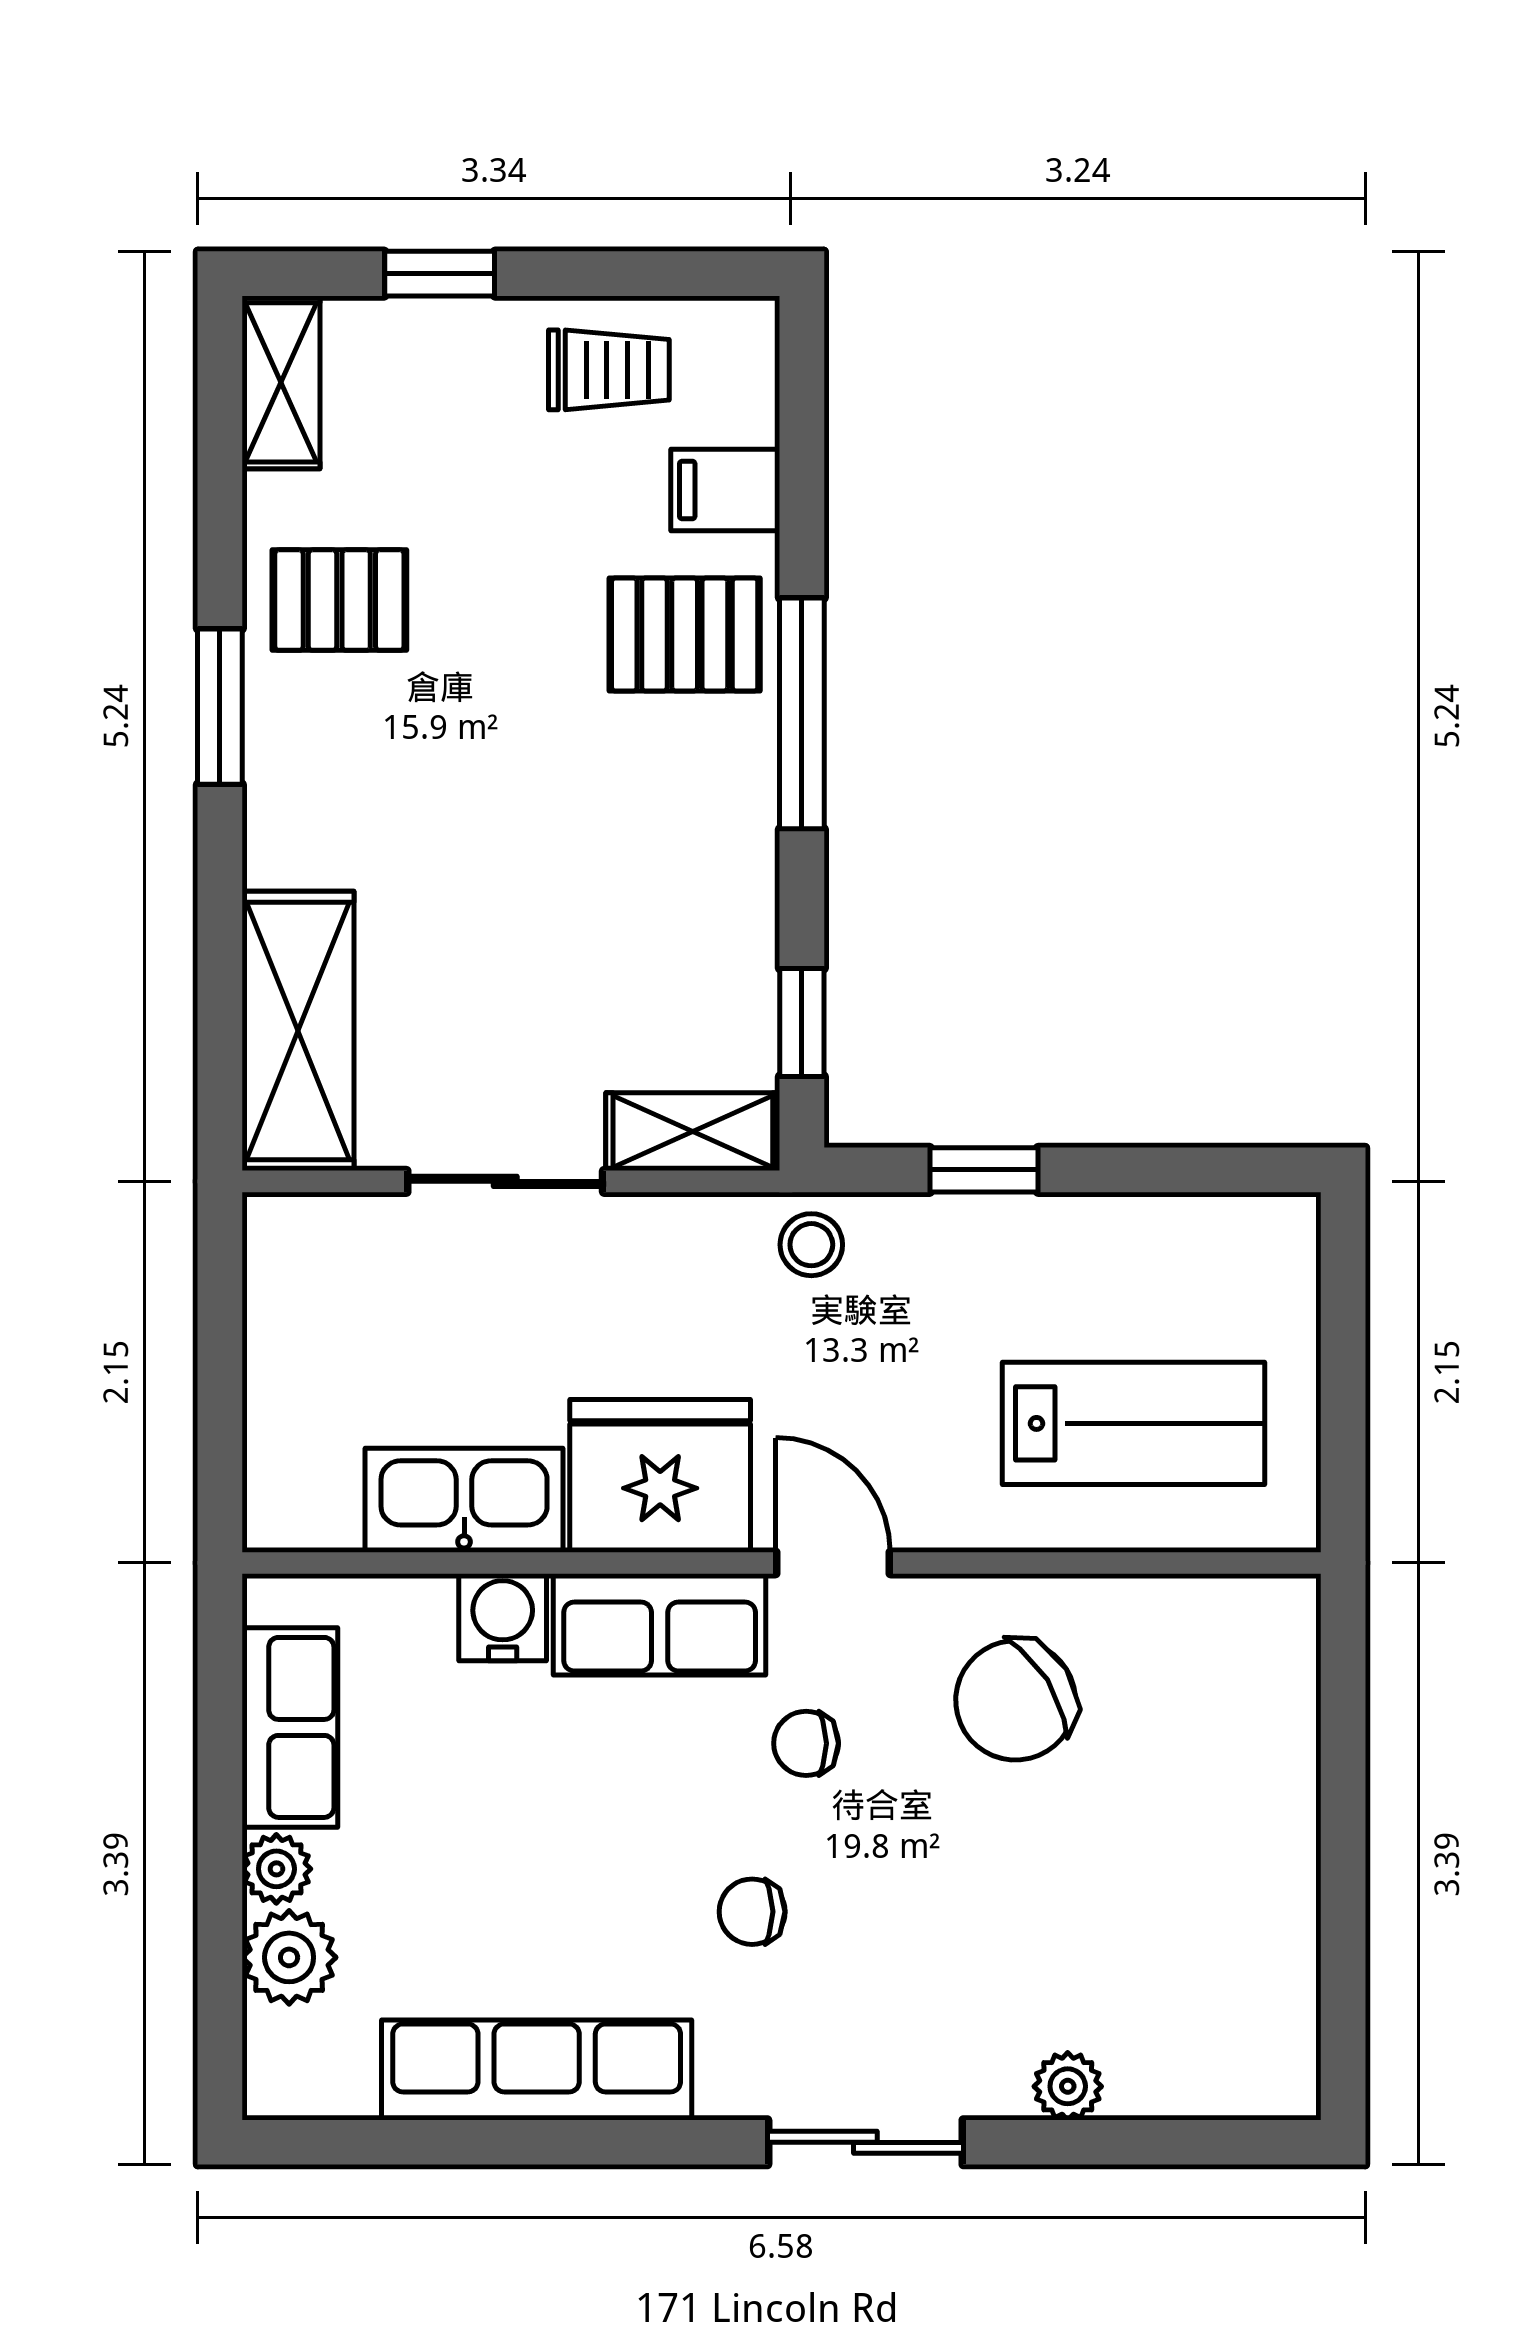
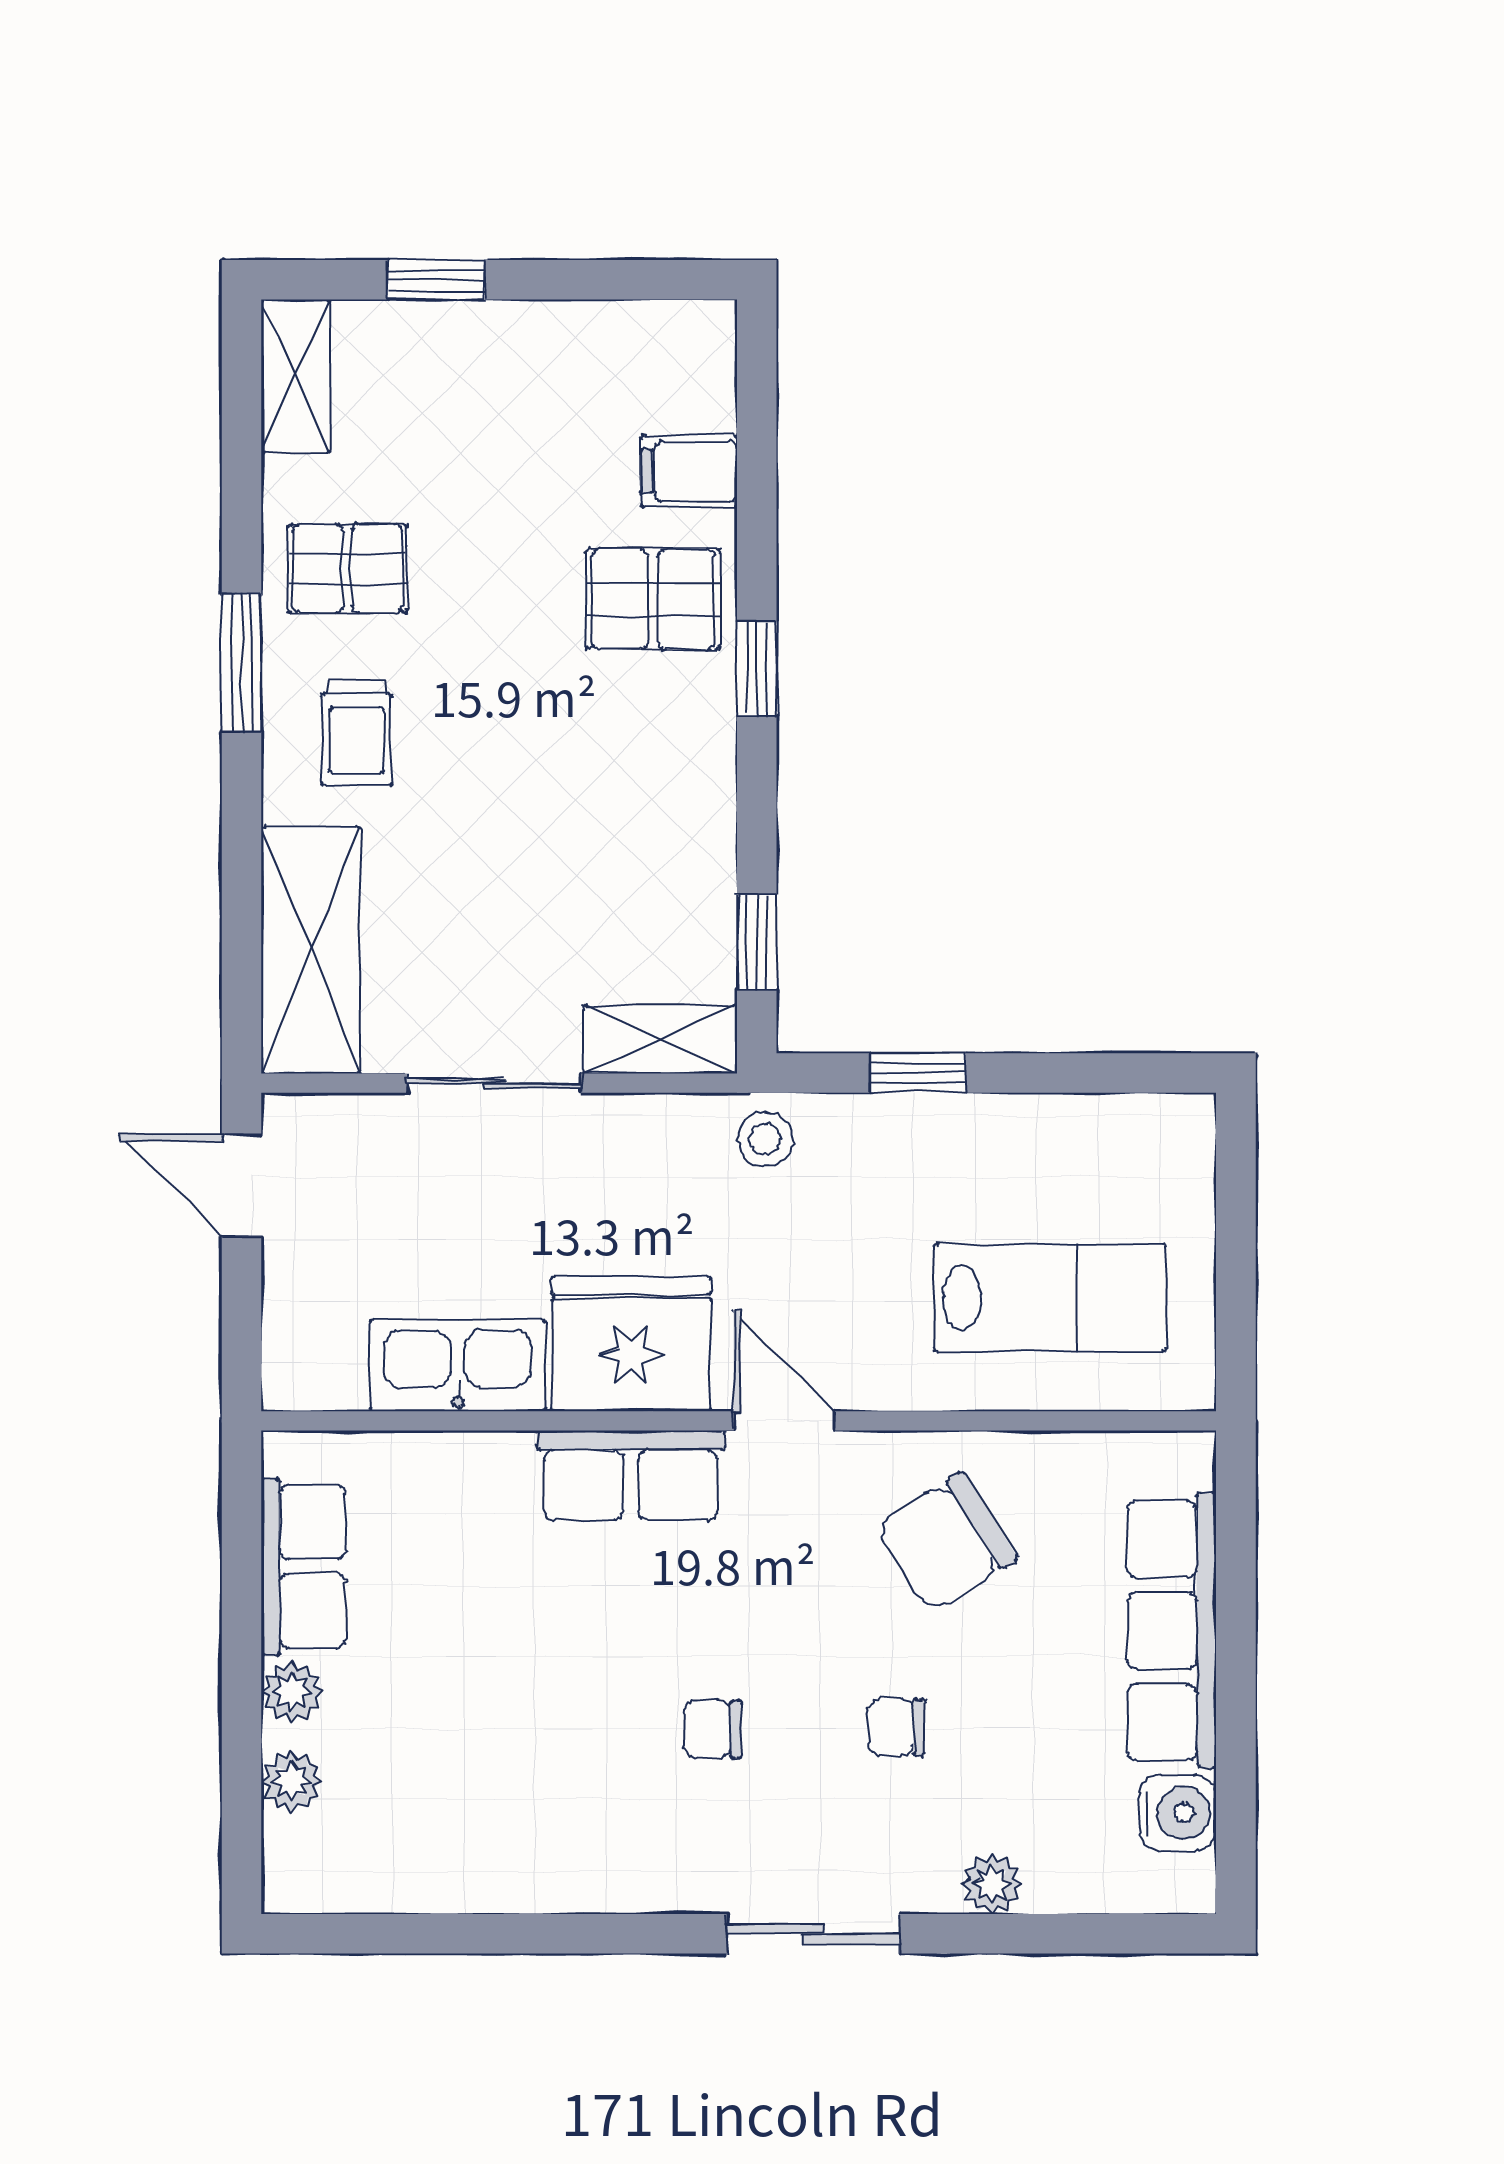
trolley: (609, 370) -> (357, 732), moved, turned 90
window: (802, 713) -> (757, 669), width x0.46
door: (220, 1297) -> (242, 1185), added
water cooler: (503, 1617) -> (1178, 1813), moved, turned 90
chair: (806, 1743) -> (896, 1727), moved
plant: (289, 1957) -> (291, 1781), width x0.73, depth x0.73
row of seats: (537, 2070) -> (1172, 1631), moved, turned -90

